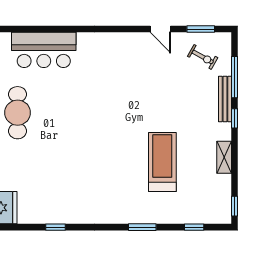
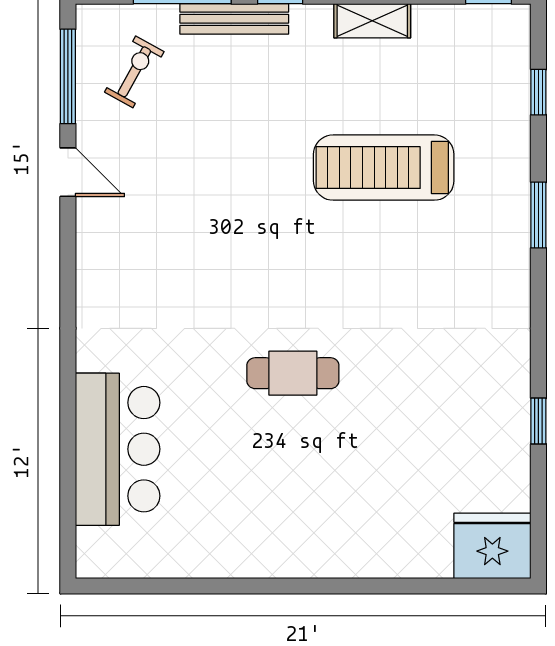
door: (160, 29) -> (68, 172), hinge flipped
window: (201, 29) -> (68, 76), width x1.44
cafe table: (18, 113) -> (293, 373), moved, width x0.73, depth x0.74

